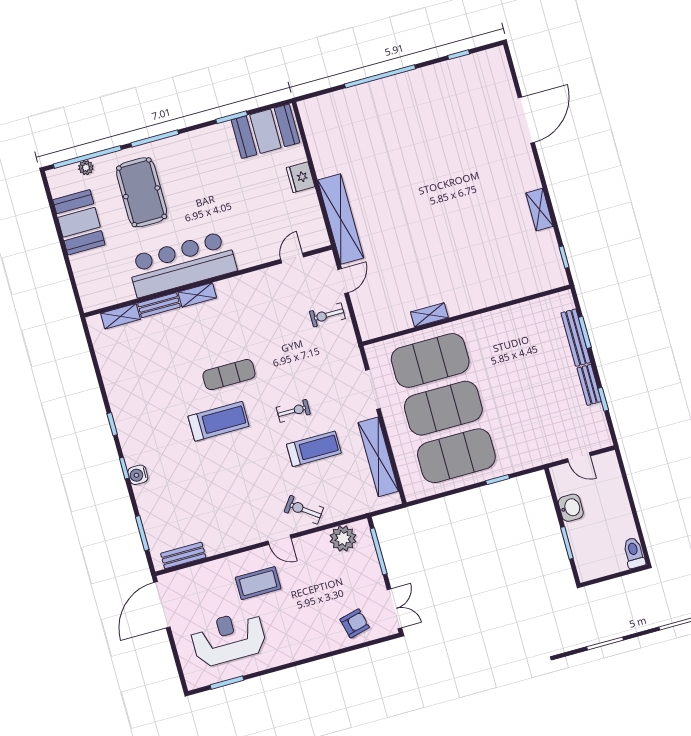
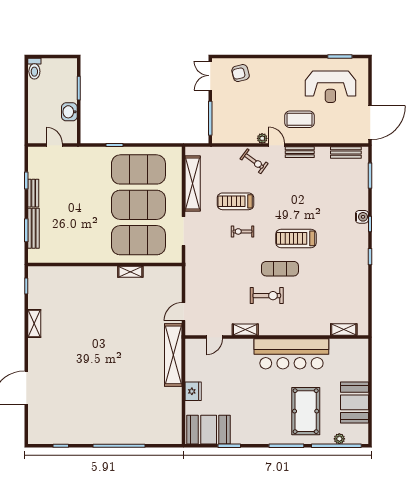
shelving: (197, 295) -> (245, 330), moved
bench: (159, 305) -> (300, 152), moved
exercise bike: (327, 315) -> (267, 296), moved, width x1.38, depth x1.39
plant: (343, 538) -> (262, 138), moved, width x0.53, depth x0.53

